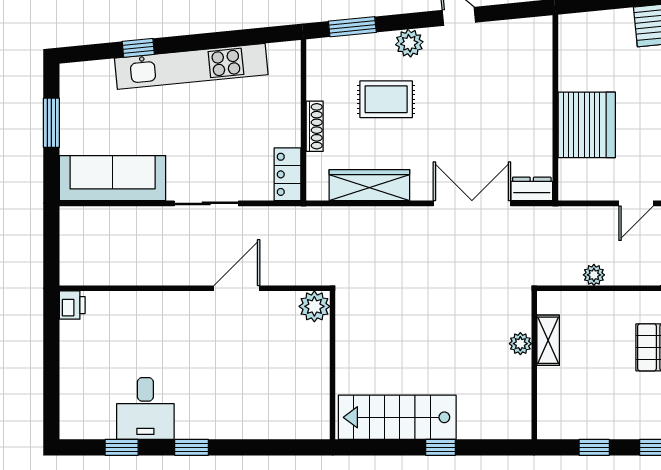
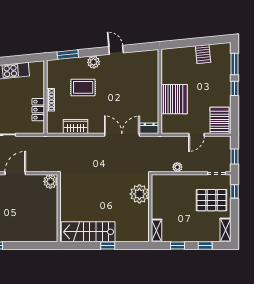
locker: (287, 174) -> (38, 110), moved
wardrobe: (369, 185) -> (75, 126), width x0.67
shelving: (548, 340) -> (157, 230), moved
plant: (520, 344) -> (139, 194), width x1.87, depth x1.87

